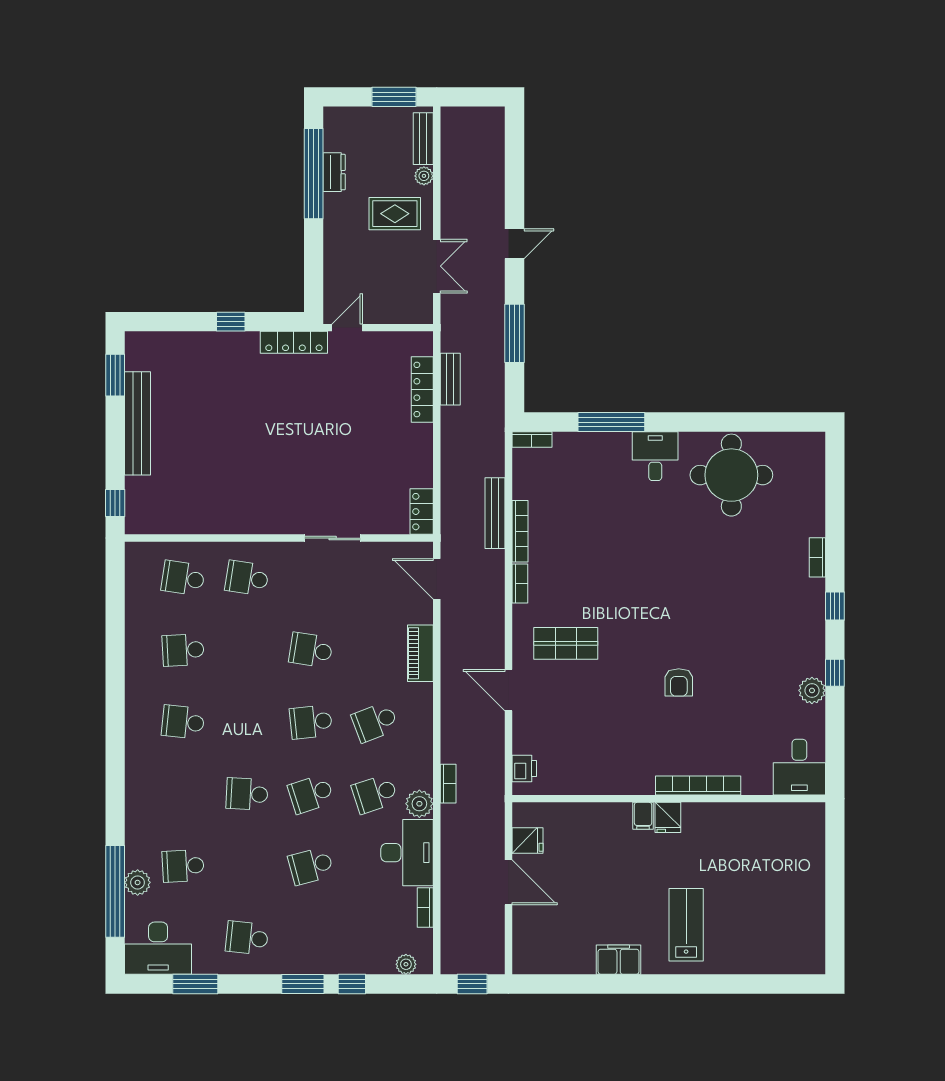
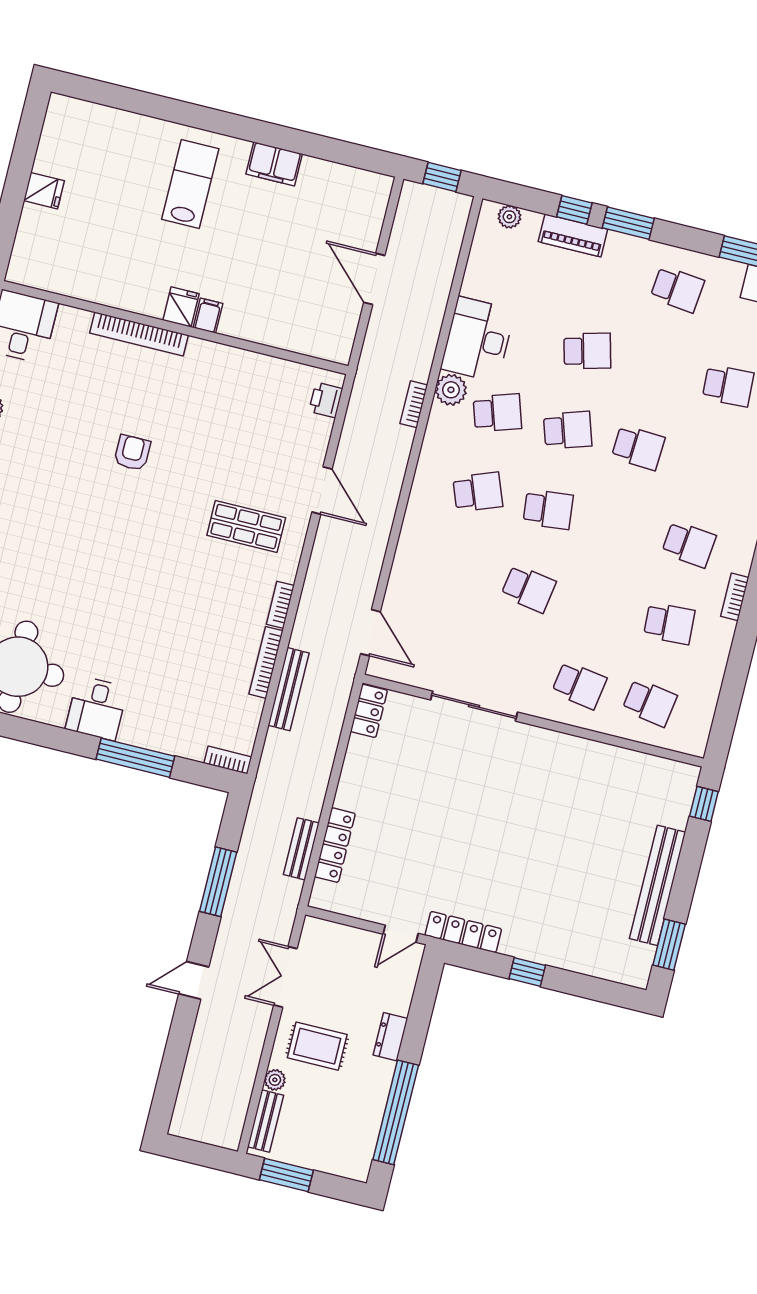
dresser: (334, 172) -> (390, 1037), moved
sliding door: (333, 538) -> (474, 706), width x1.37
piano: (420, 653) -> (573, 235), moved, turned 90
fridge: (527, 841) -> (44, 191), moved, turned 180
bookcase: (425, 908) -> (735, 597), moved, turned 180
lab bench: (686, 925) -> (190, 184), turned 180

